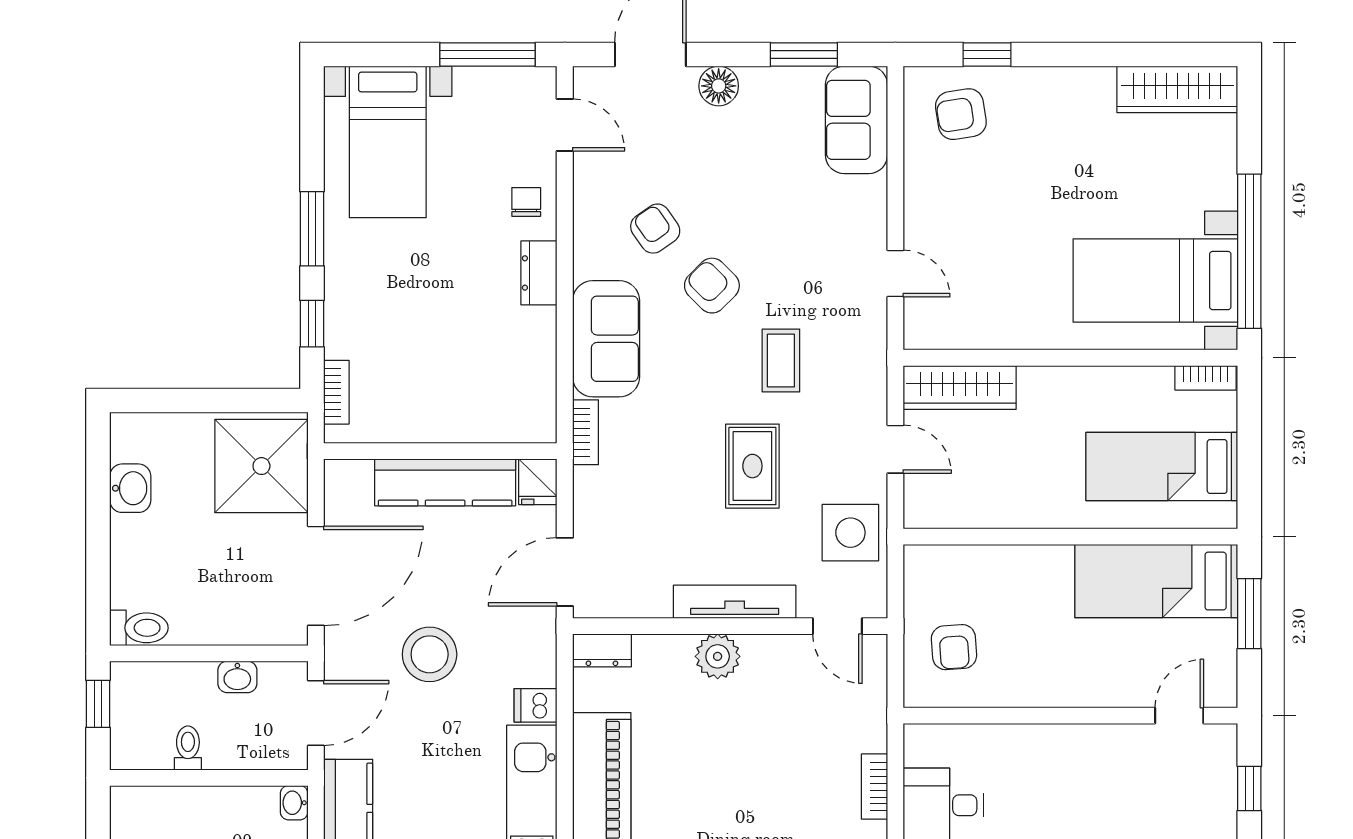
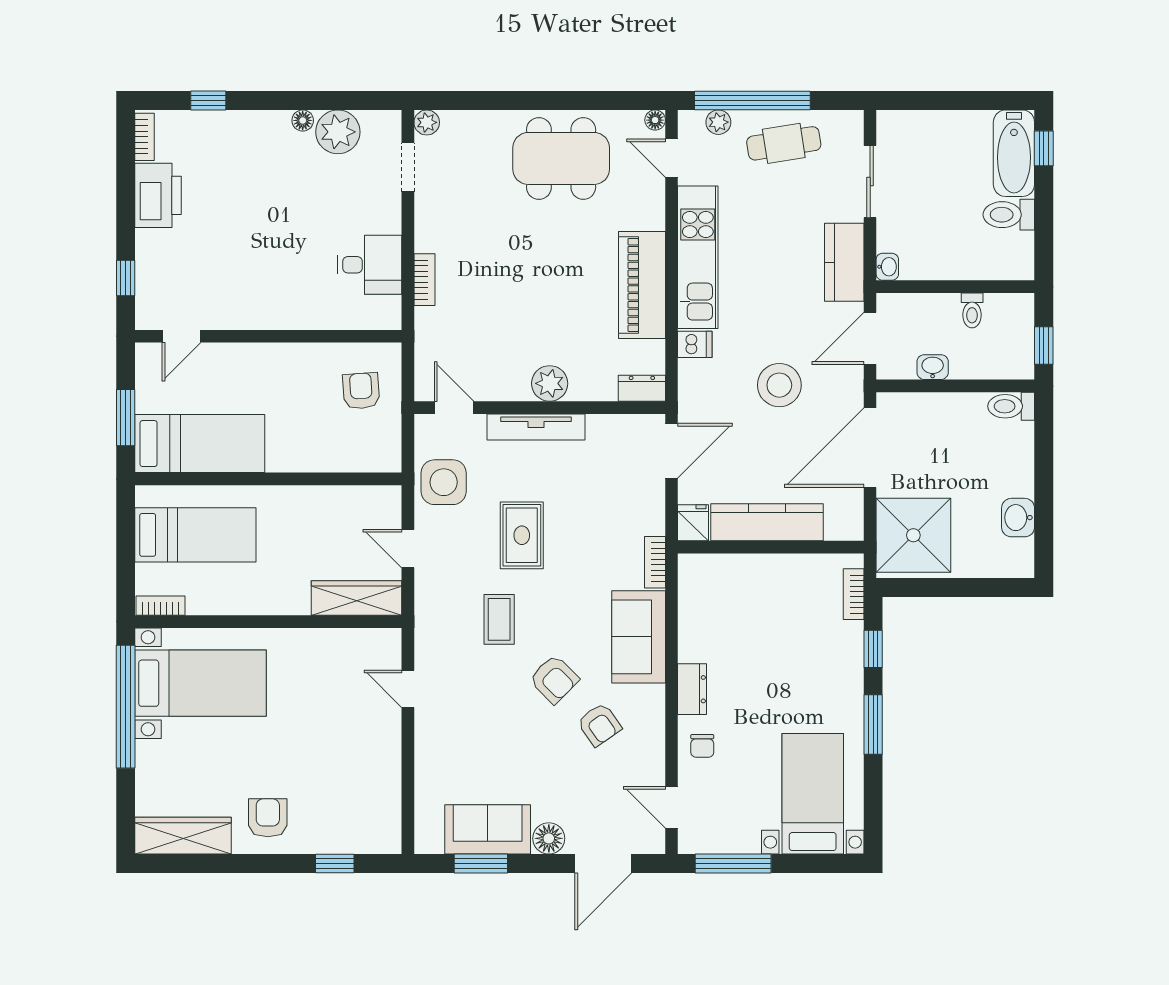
armchair: (961, 114) -> (268, 818), moved, turned -81
sofa: (856, 120) -> (488, 829), moved, turned -90

